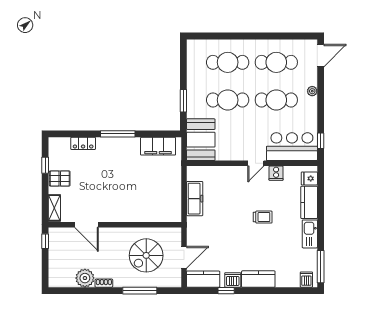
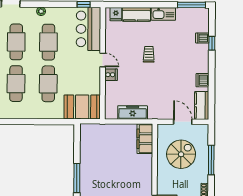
window: (183, 101) -> (49, 122), removed
filing cabinet: (158, 146) -> (145, 139), moved, turned 180
cooker: (276, 173) -> (111, 75), moved
spiral stairs: (146, 255) -> (181, 154), turned -90
kitchen counter: (258, 279) -> (202, 58), removed
dishwasher: (306, 280) -> (202, 38), moved
window: (226, 291) -> (212, 43), moved

